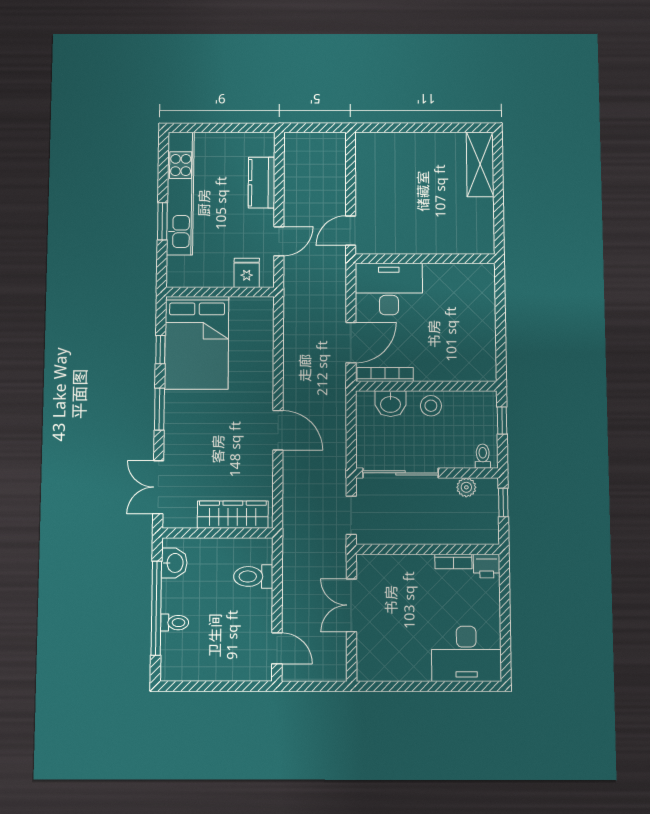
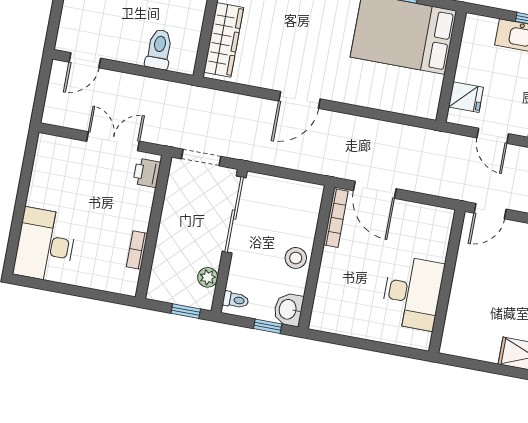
door: (351, 231) -> (490, 211), swing flipped
desk: (389, 289) -> (412, 293), moved
washbasin: (390, 404) -> (288, 309), moved
printer: (487, 566) -> (147, 173), moved

